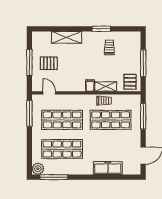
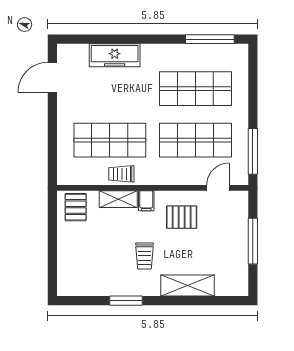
trolley: (109, 47) -> (145, 256), moved
pallet: (49, 63) -> (182, 217), moved
window: (143, 63) -> (52, 240), removed
door: (49, 93) -> (218, 188), swing flipped
window: (143, 116) -> (52, 146), removed
plant: (38, 169) -> (238, 54), removed

